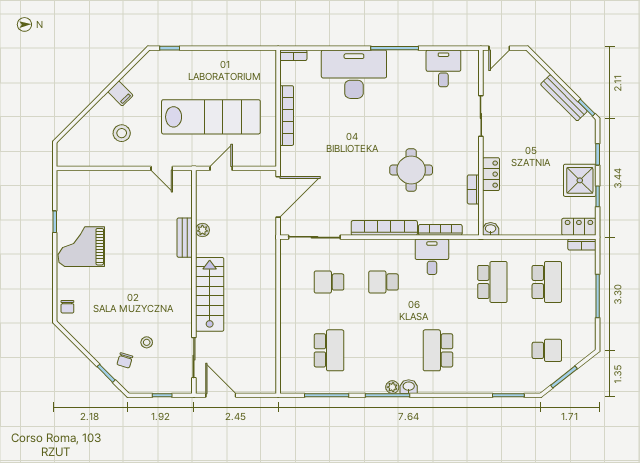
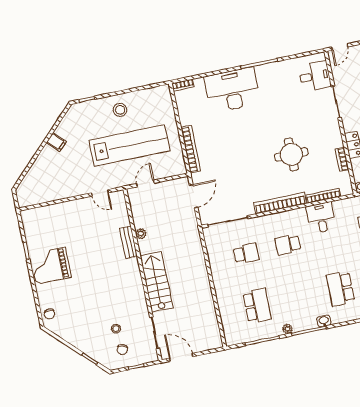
desk: (443, 68) -> (315, 76), moved, turned 90
bookcase: (287, 116) -> (191, 149), moved
stool: (122, 133) -> (120, 110), moved
door: (278, 197) -> (194, 196), width x0.73
school desk: (329, 282) -> (246, 253), turned 180
chair: (125, 360) -> (122, 350), moved
plant: (392, 387) -> (287, 329), moved

